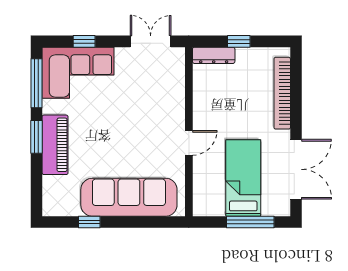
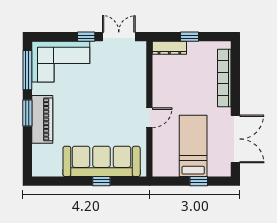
window: (84, 41) -> (86, 37), moved
window: (89, 222) -> (101, 181), moved
window: (250, 222) -> (199, 181), width x0.46

